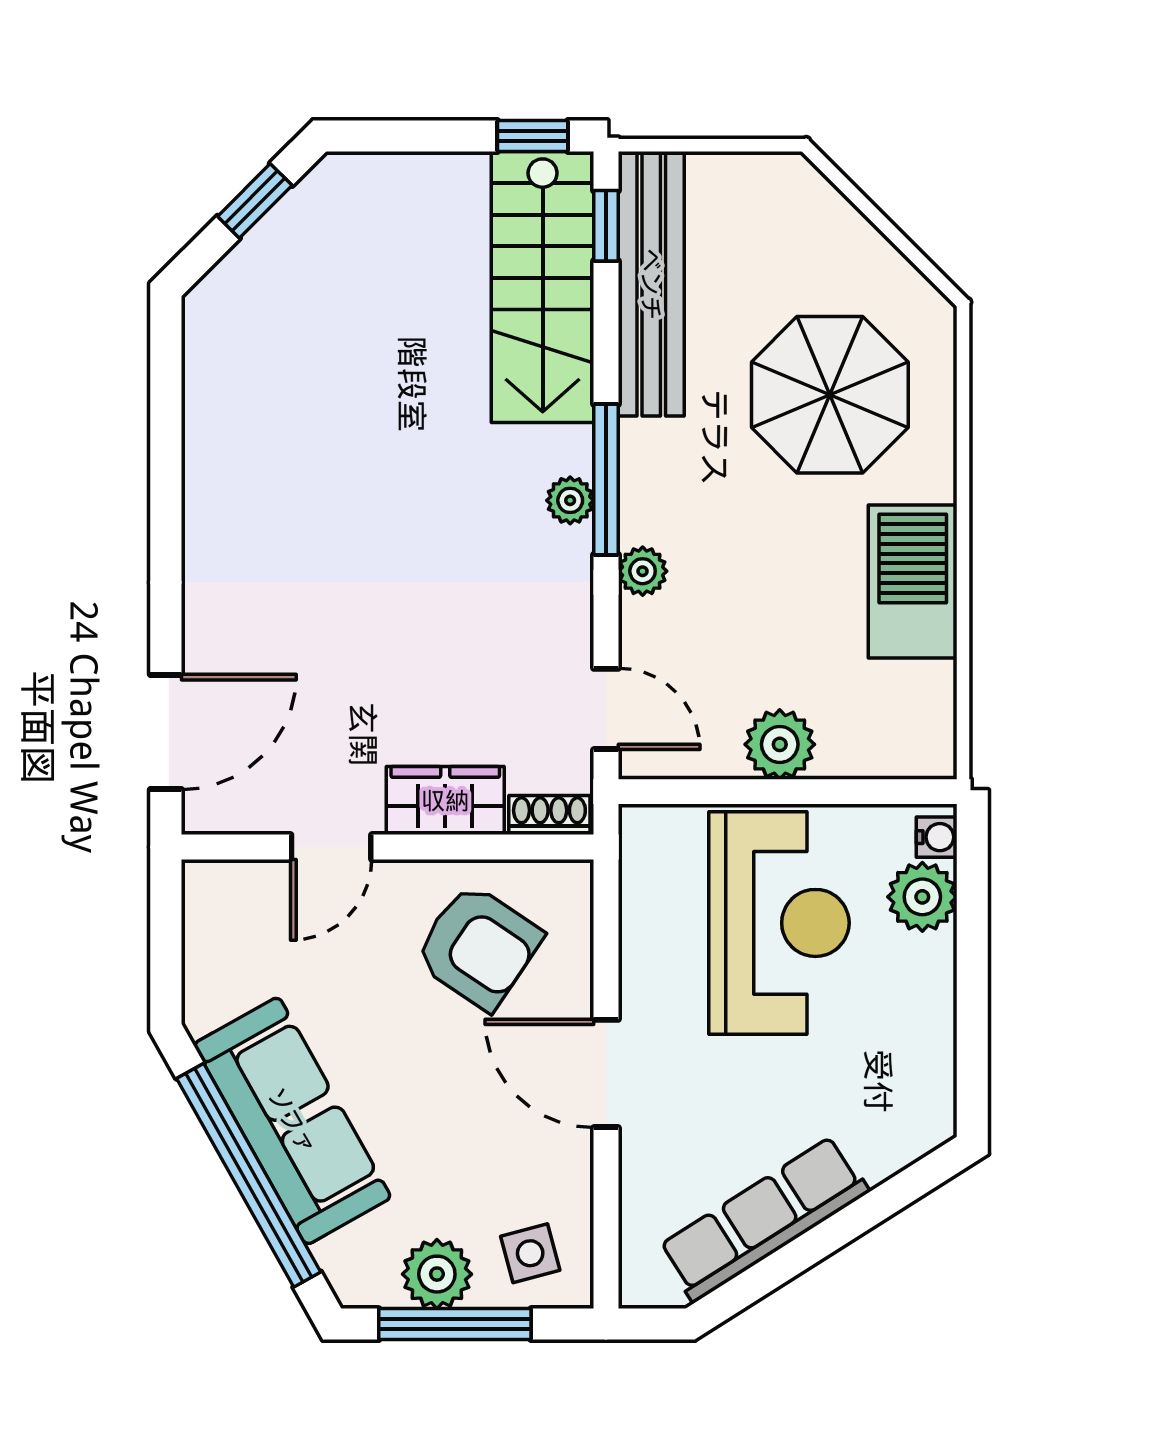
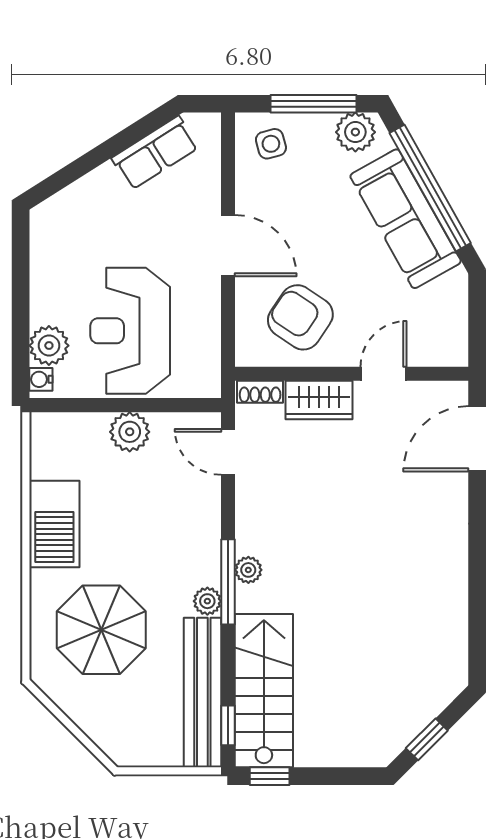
plant: (643, 571) -> (207, 601), moved
row of seats: (764, 1219) -> (155, 153), width x0.68
plant: (437, 1274) -> (355, 132), moved

